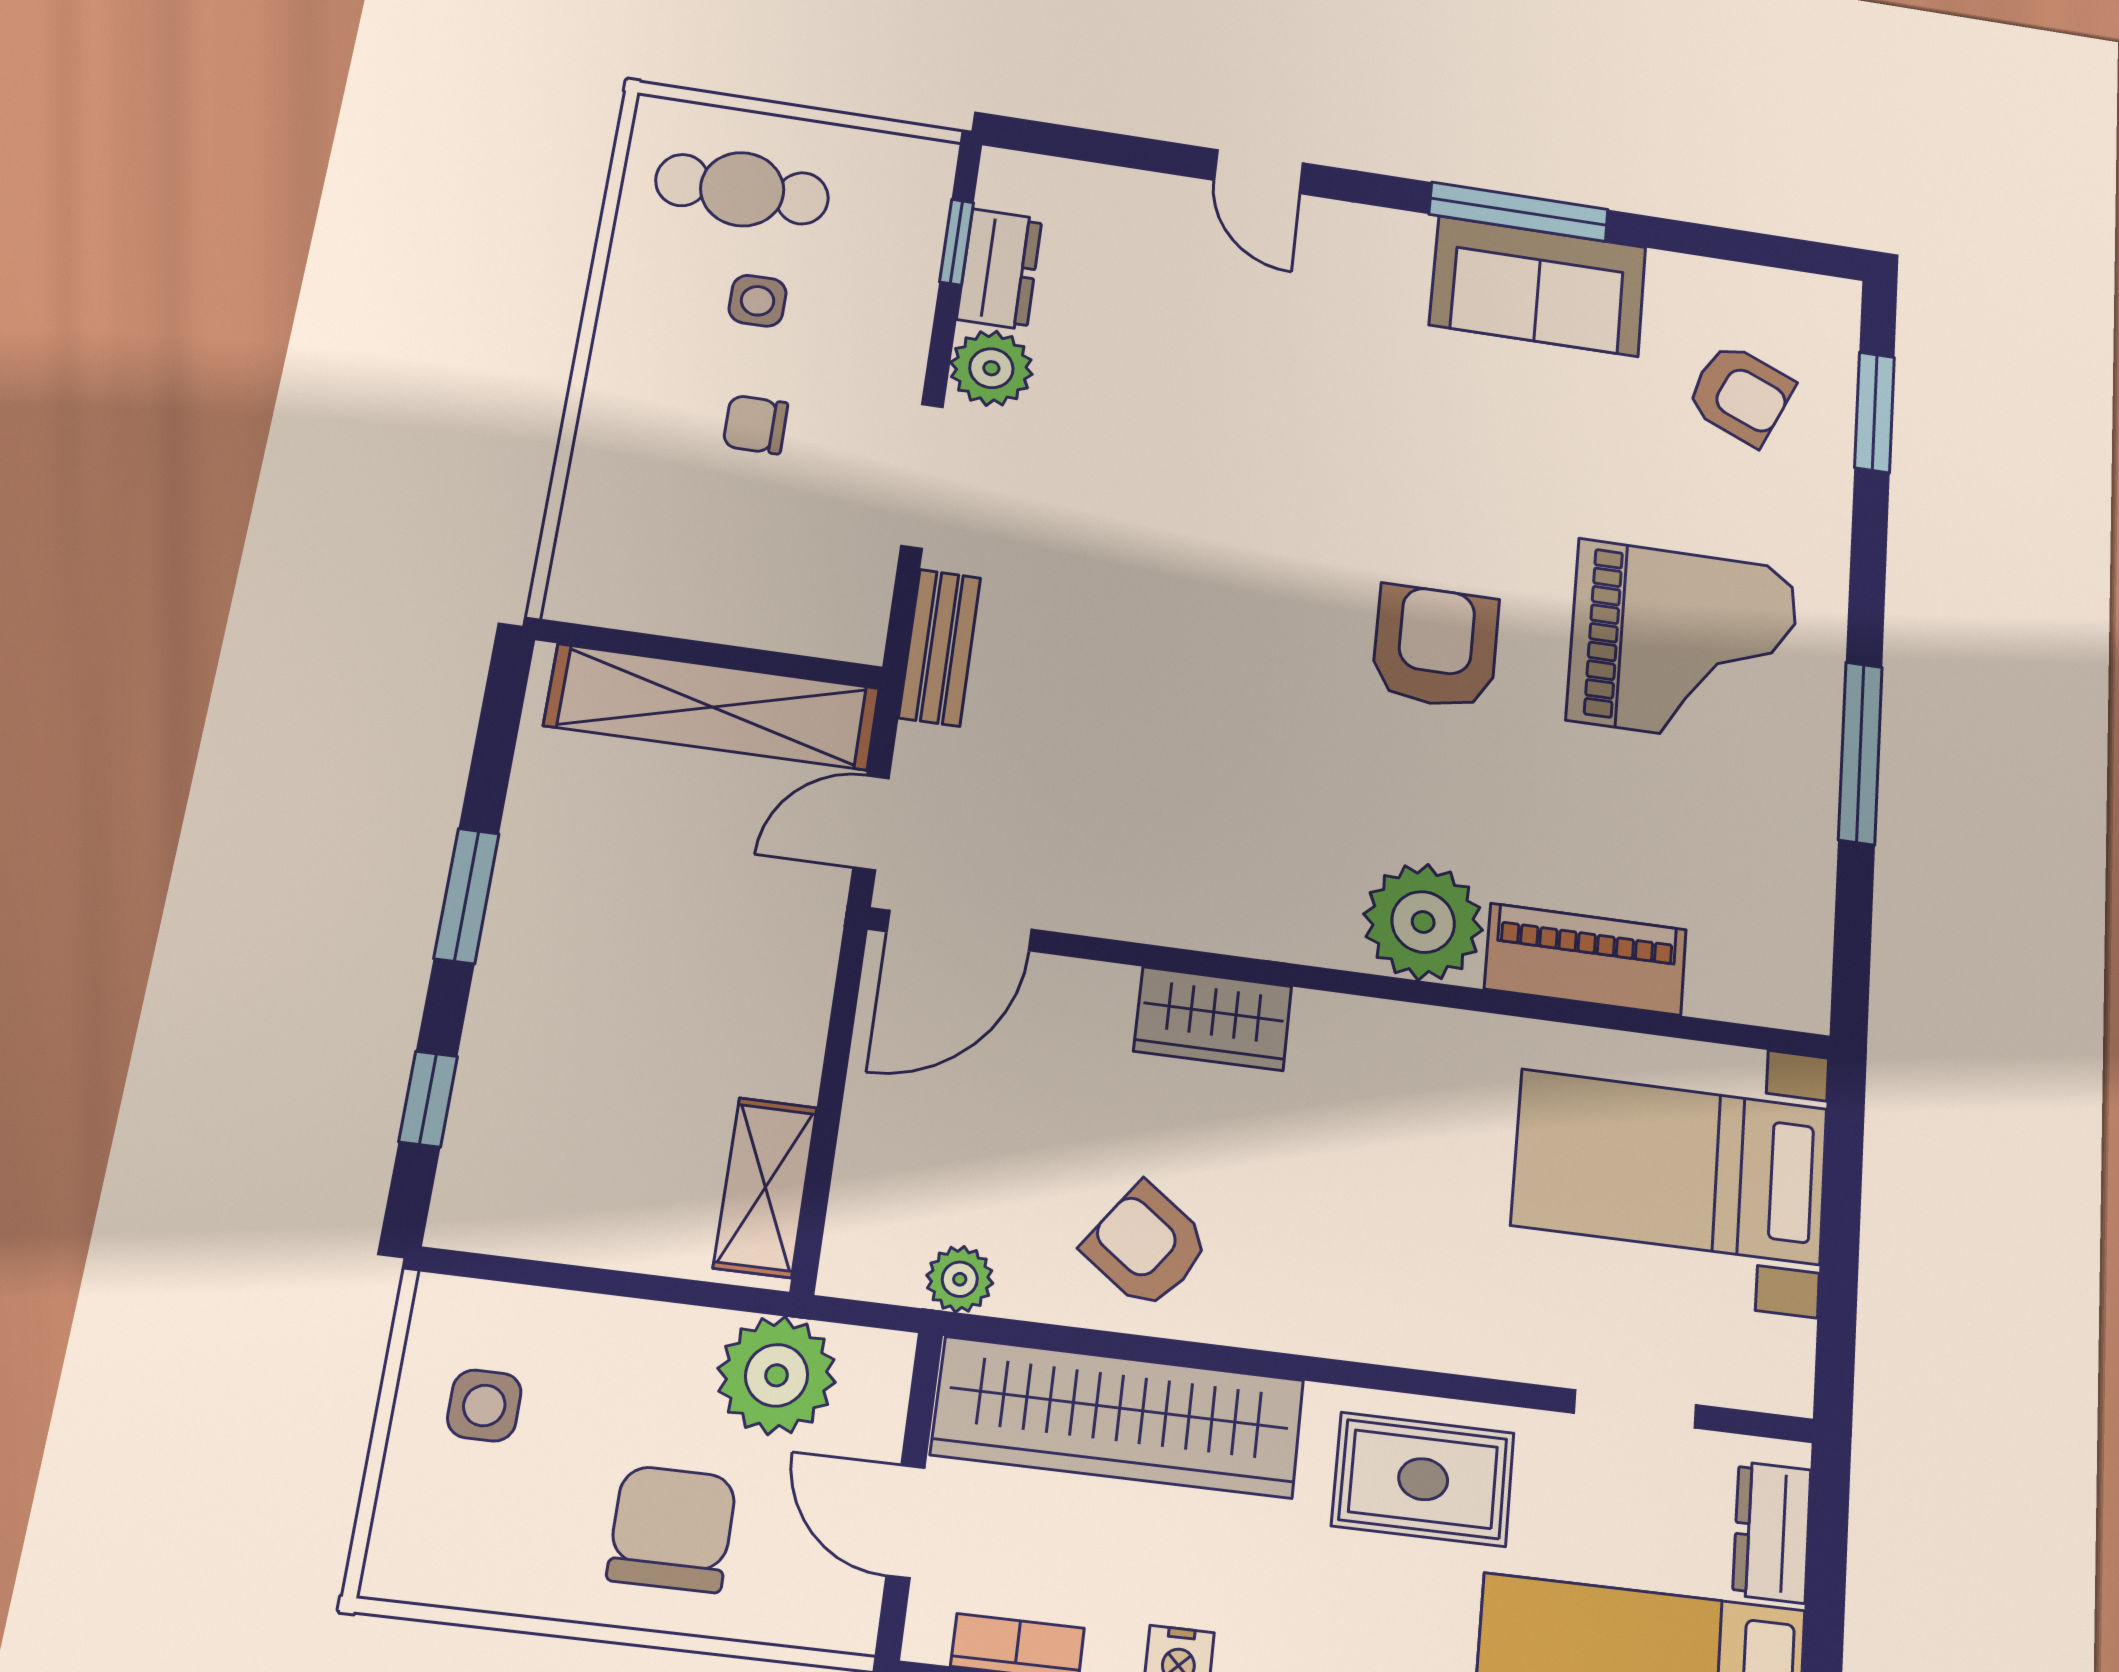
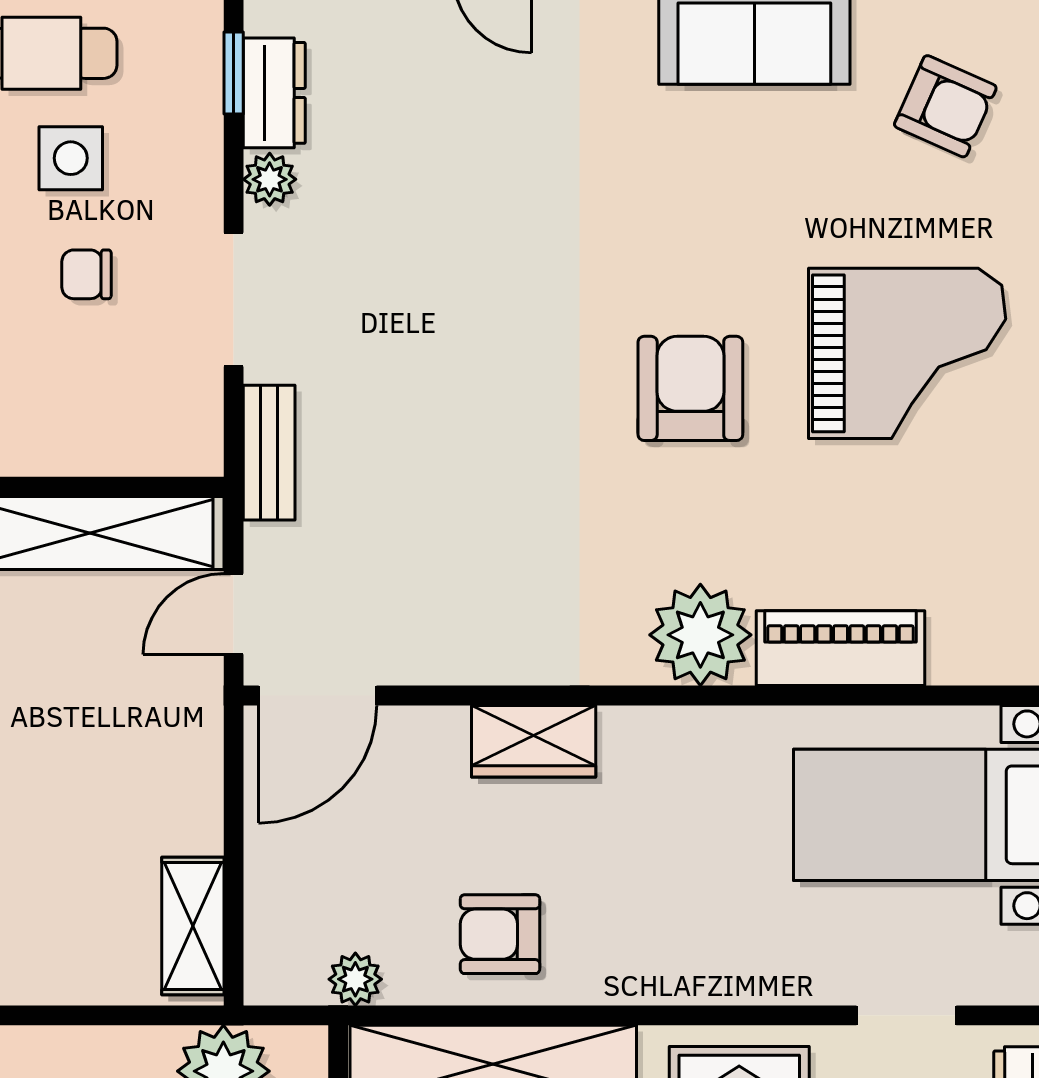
side table: (758, 301) -> (71, 158), width x1.37, depth x1.37
plant: (991, 368) -> (270, 179), width x0.73, depth x0.73
armchair: (1146, 1246) -> (500, 934), turned -36

